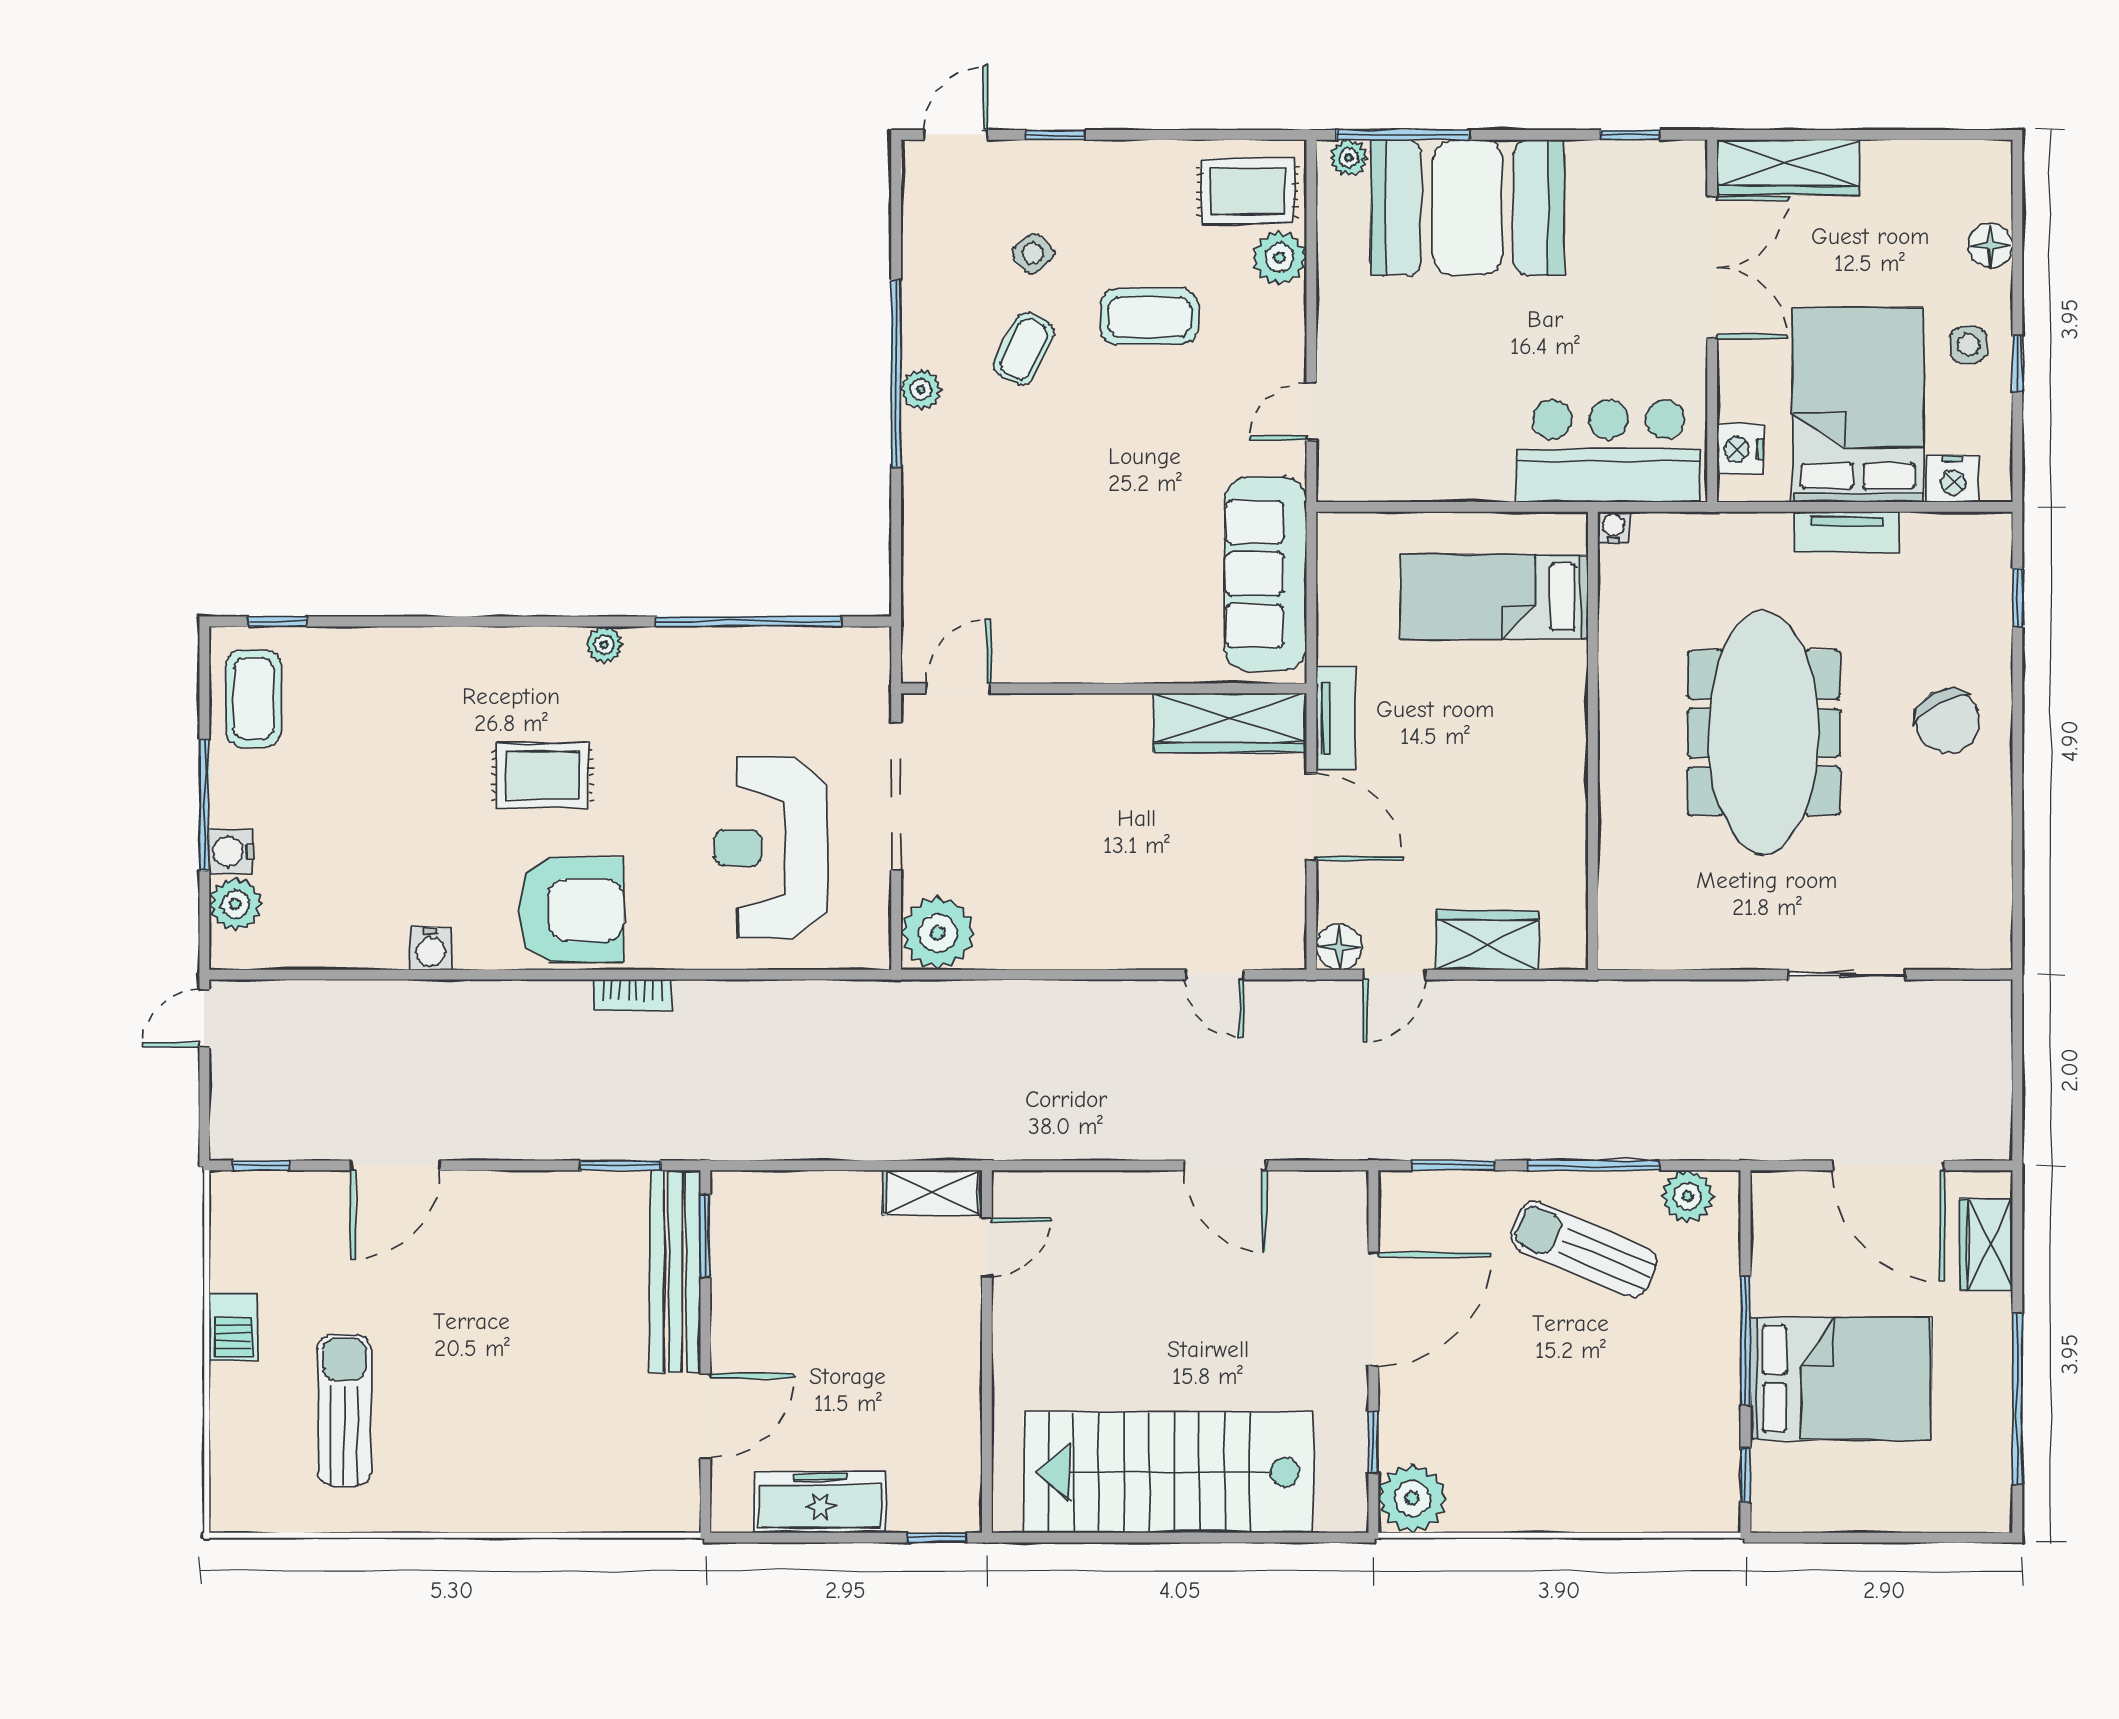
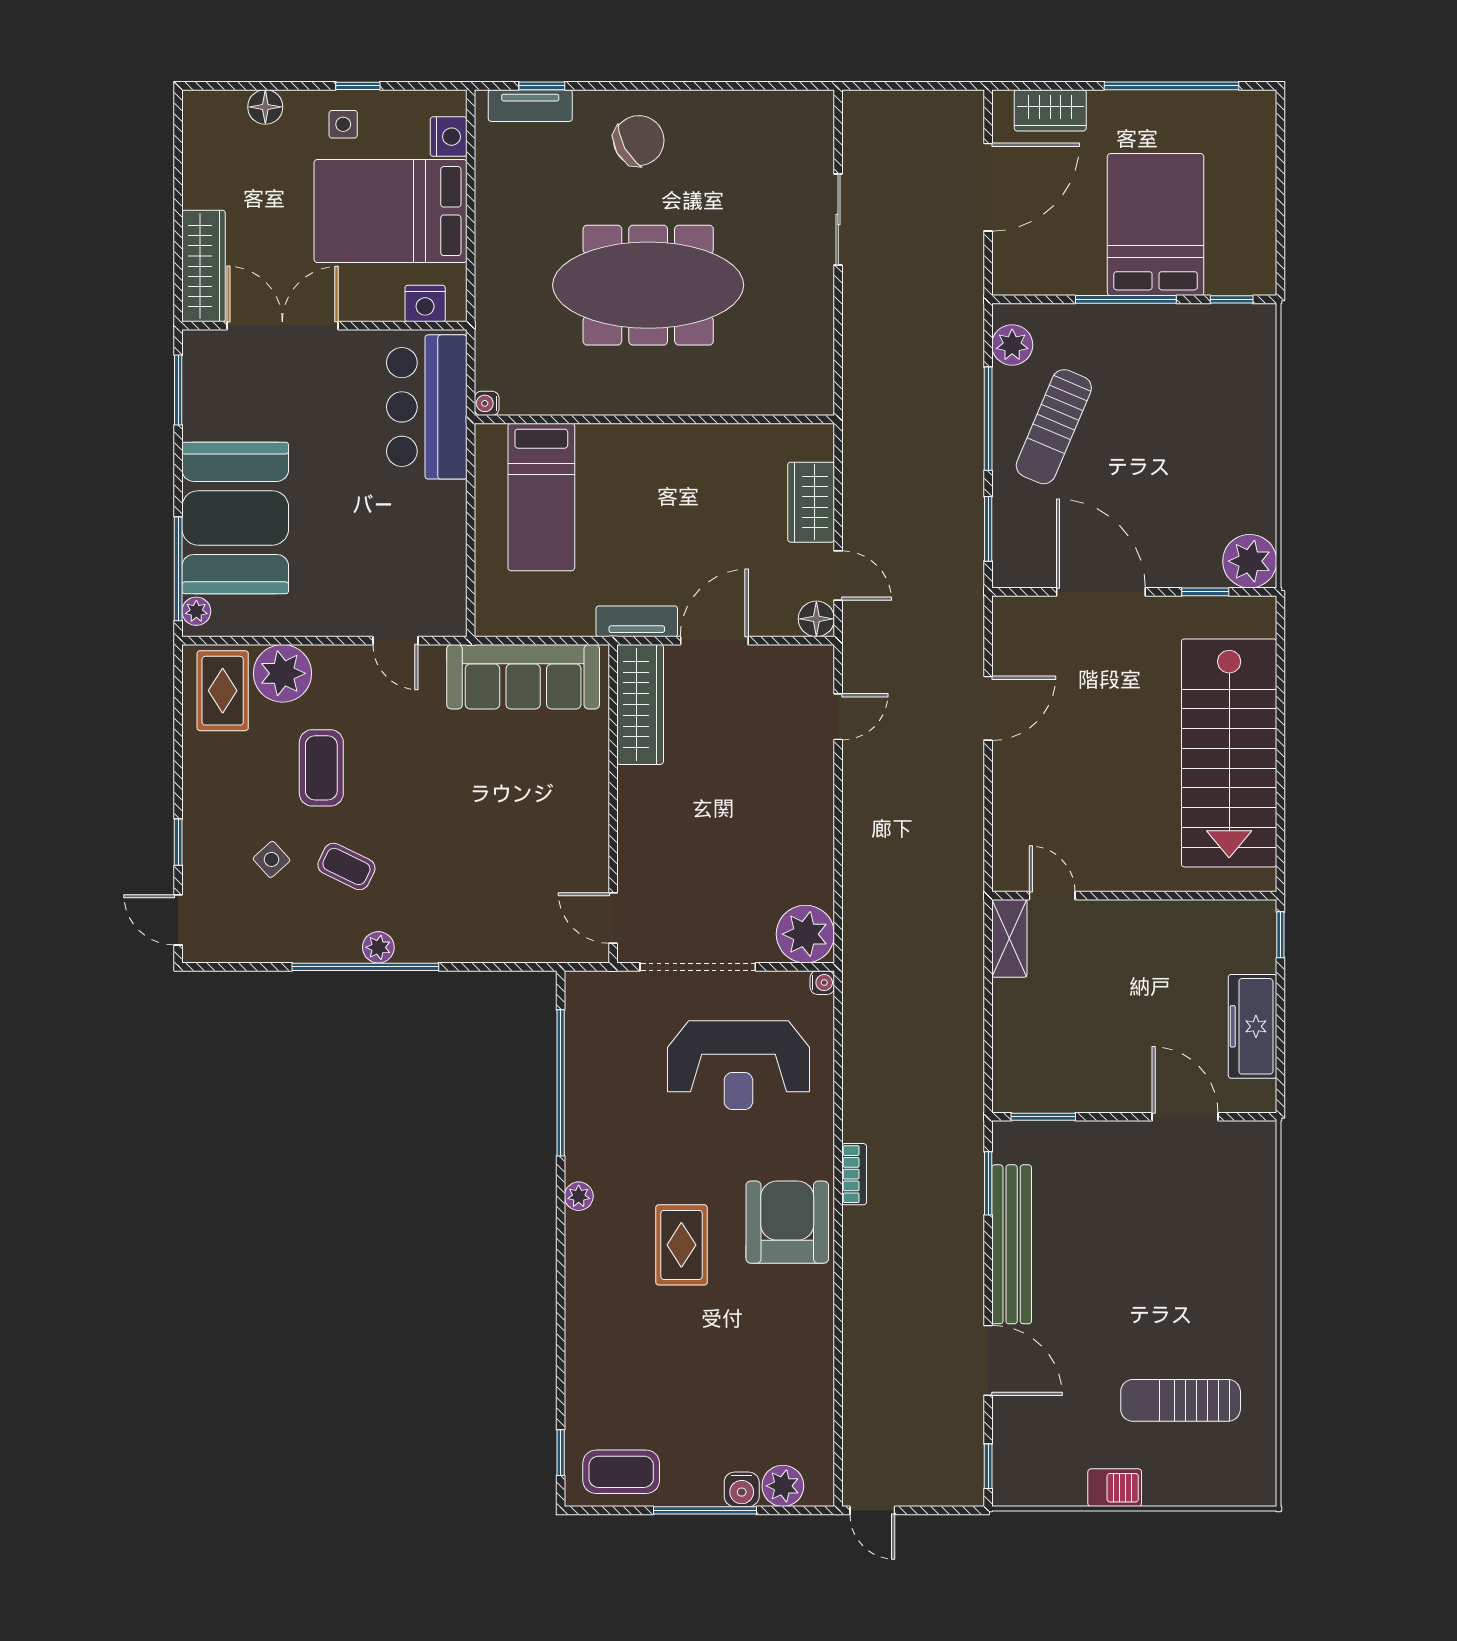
window: (1630, 135) -> (178, 390), width x1.50
plant: (1279, 258) -> (282, 673), width x1.36, depth x1.36
tv unit: (1847, 532) -> (530, 106), moved, turned 90
water cooler: (431, 949) -> (822, 983), moved, width x0.72, depth x0.72
bench: (675, 1272) -> (1012, 1244), moved, turned 90

